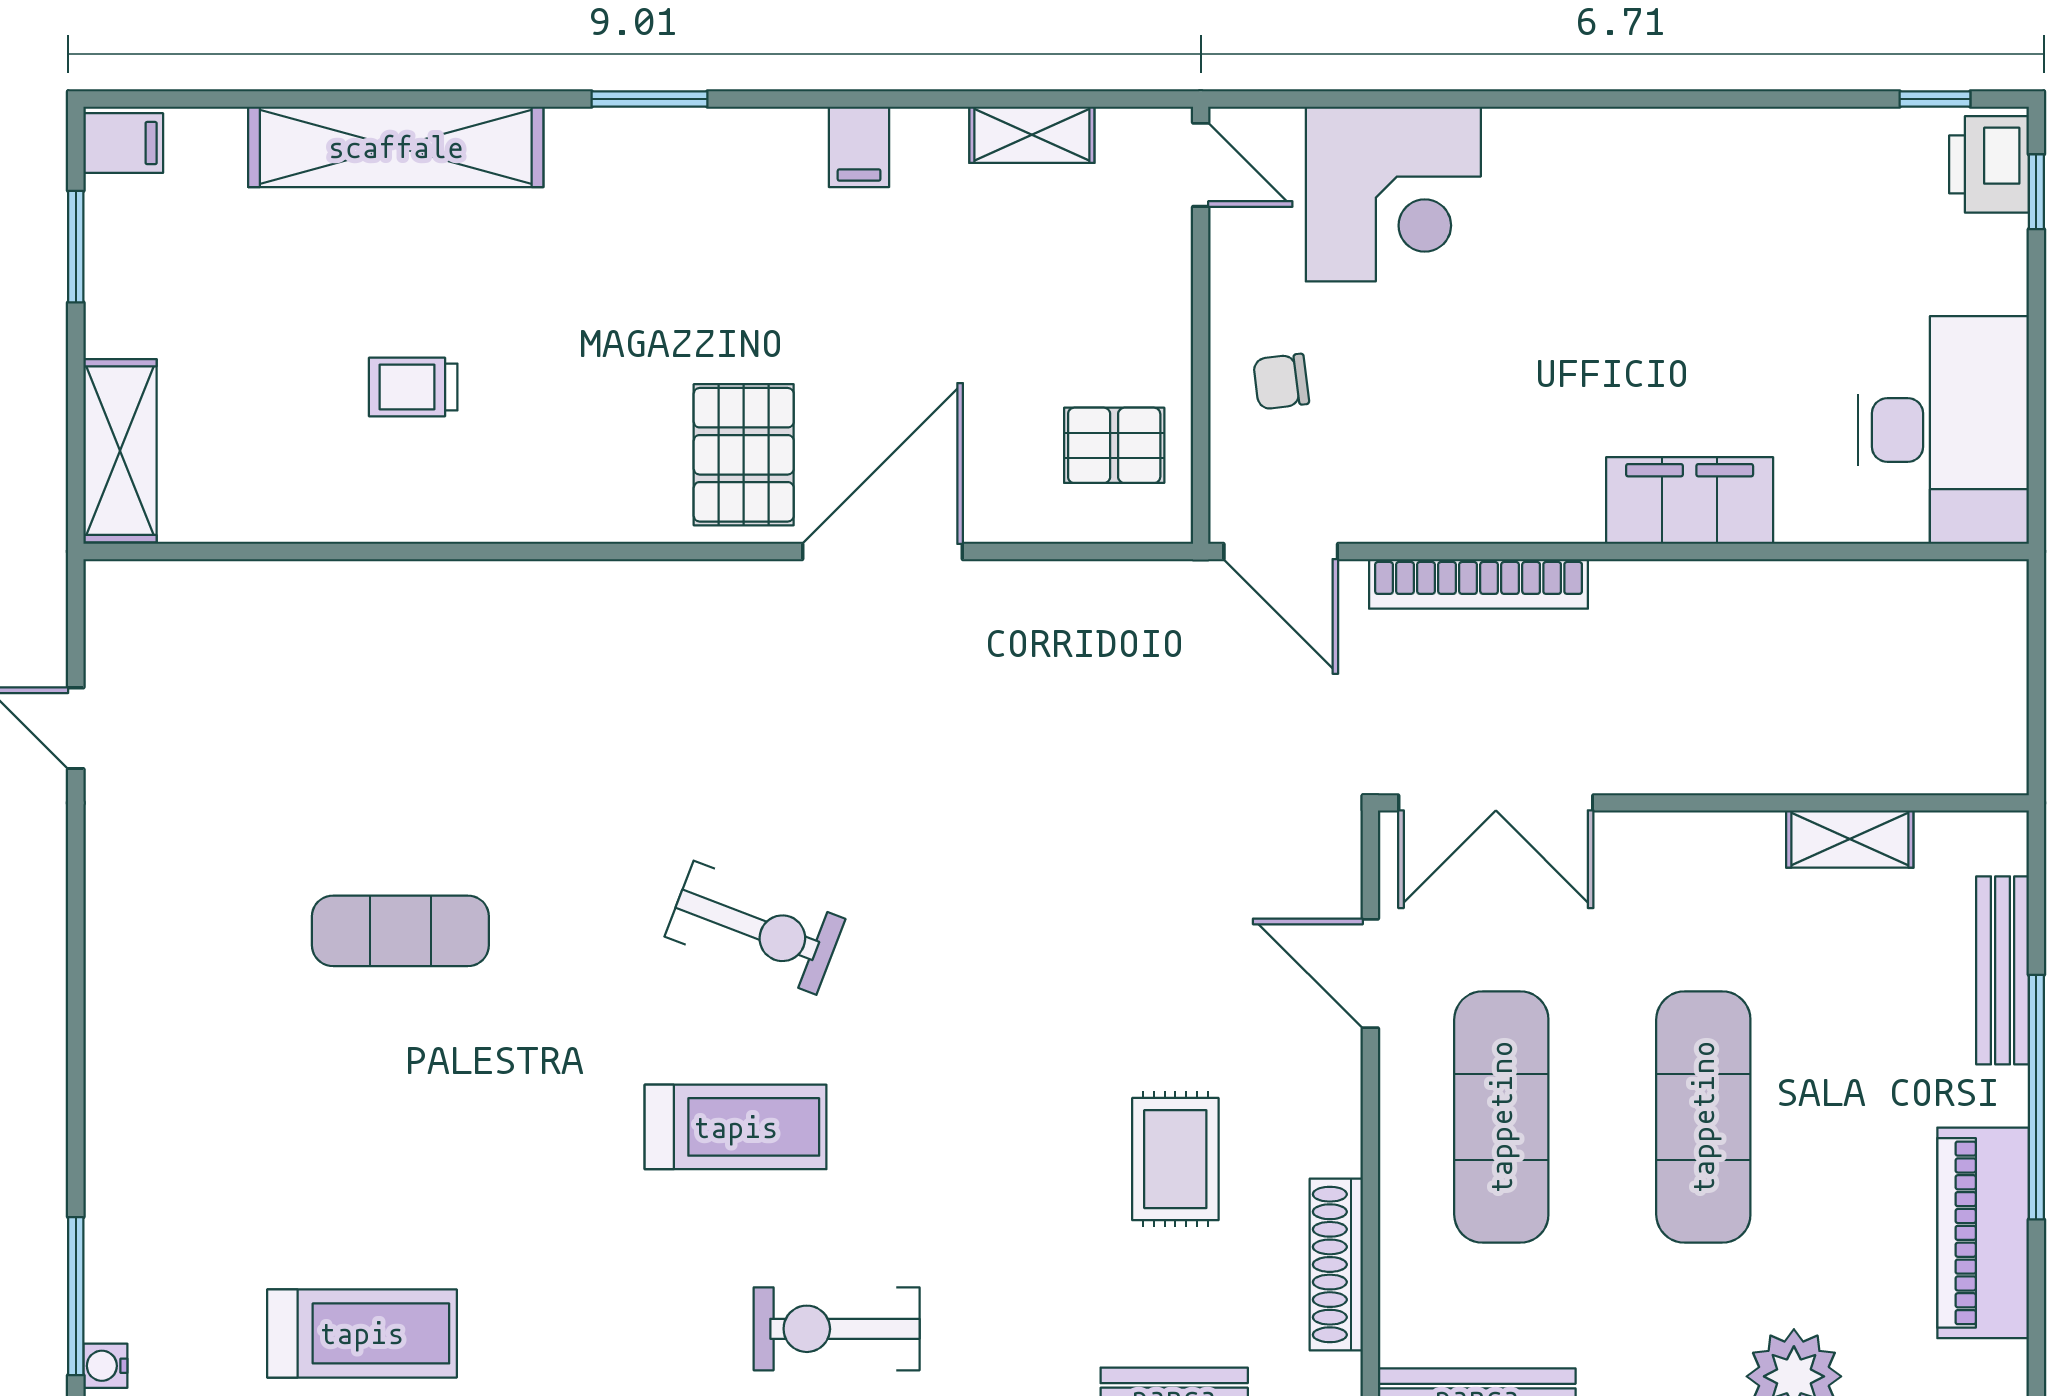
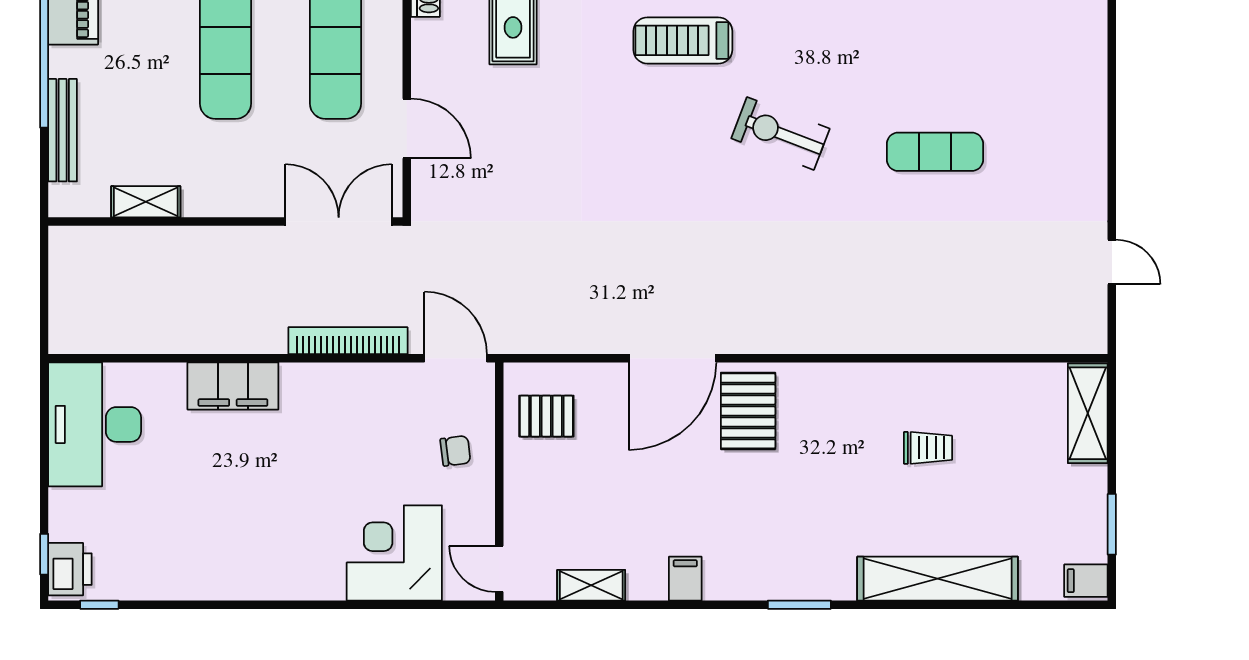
exercise bike: (755, 928) -> (780, 133), moved
treadmill: (736, 1127) -> (683, 40), moved

